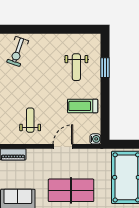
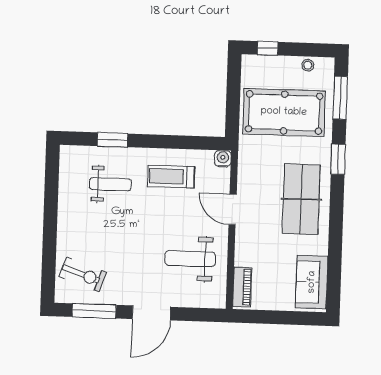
treadmill: (83, 106) -> (171, 177), turned 90
weight bench: (30, 120) -> (190, 259), width x1.36, depth x1.33

